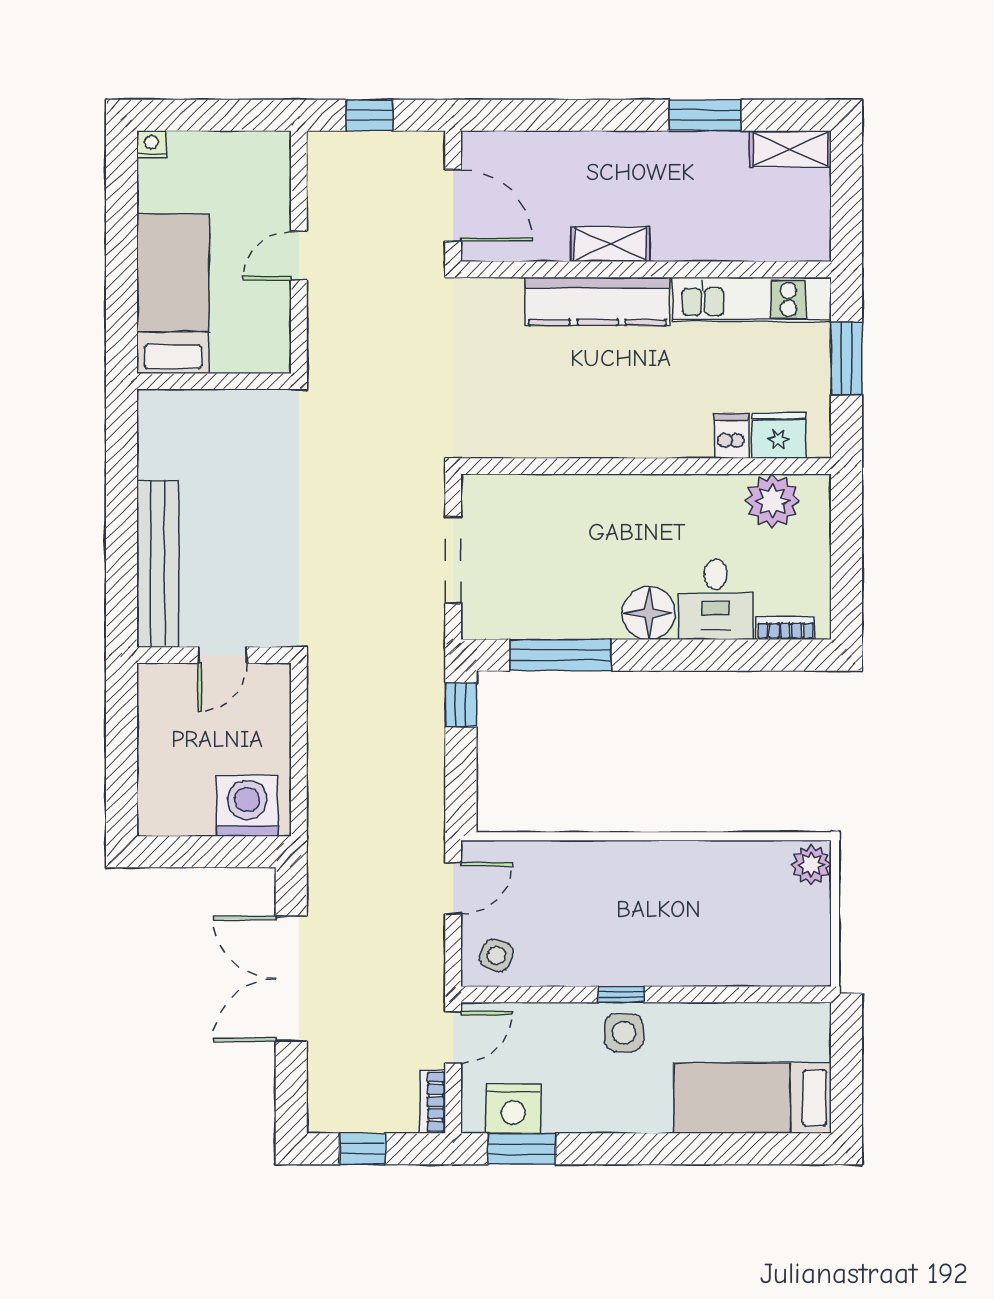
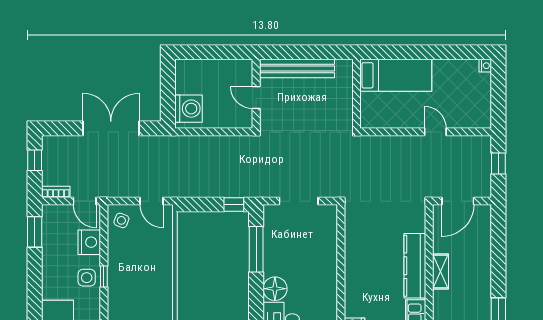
bed: (173, 294) -> (396, 75), moved
wall: (214, 381) -> (356, 94), moved
nightstand: (513, 1109) -> (89, 242), moved, turned 180

